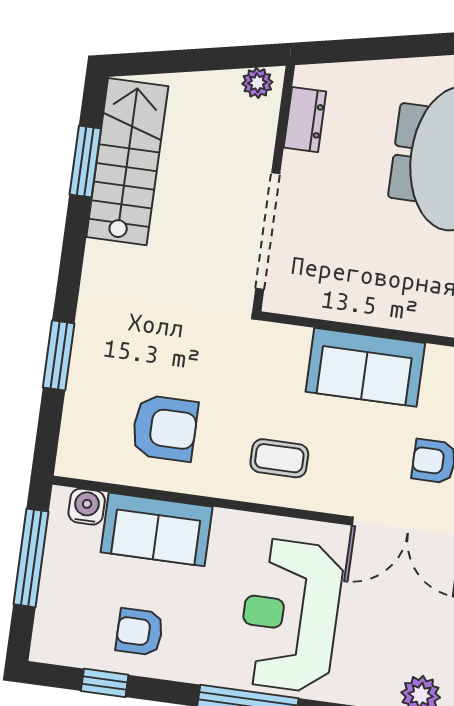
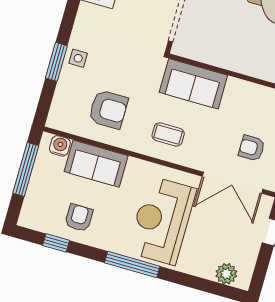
side table: (97, 344) -> (78, 58), added
sofa: (365, 367) -> (193, 84), moved
armchair: (140, 632) -> (79, 218), turned 90

